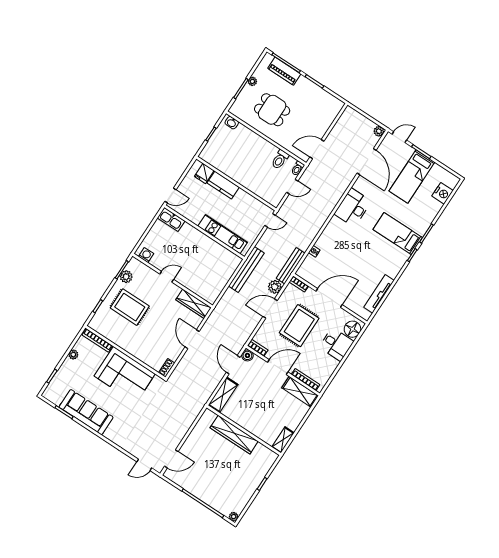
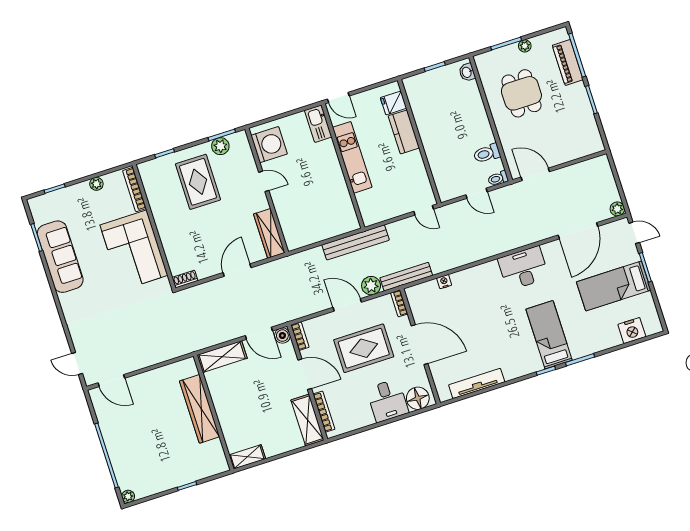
kitchen unit: (223, 234) -> (352, 157), moved
washing machine: (146, 255) -> (269, 145), width x1.89, depth x1.89
door: (233, 365) -> (259, 333), swing flipped

